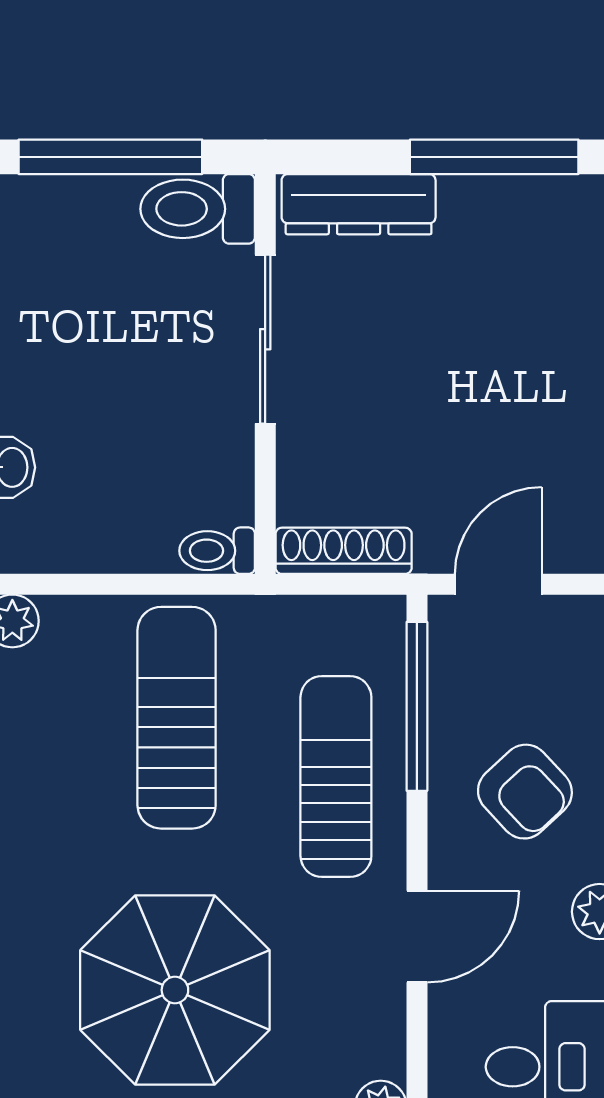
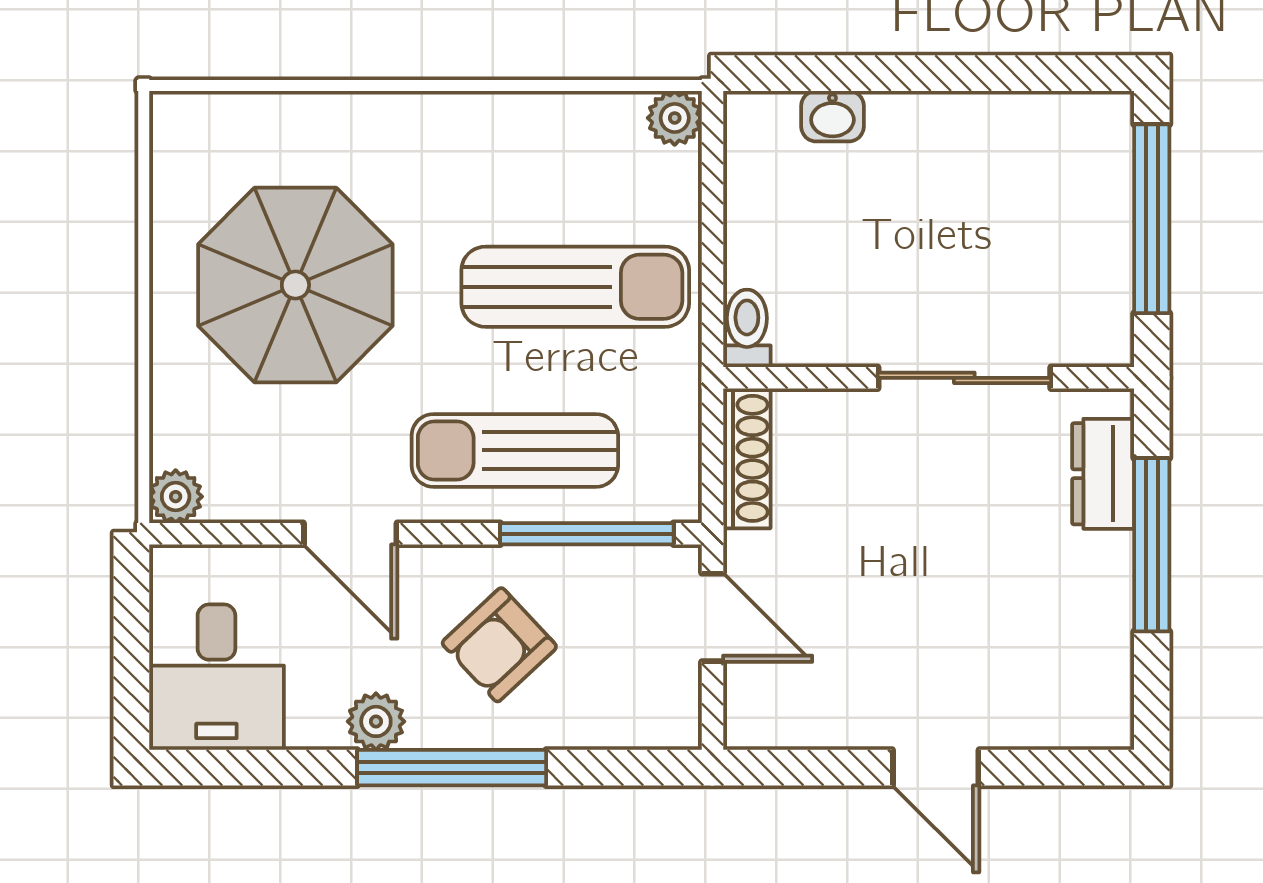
window: (494, 157) -> (1152, 545), moved
dresser: (359, 204) -> (1103, 474), width x0.70
toilet: (198, 209) -> (1098, 308), removed
sun lounger: (336, 777) -> (515, 450), turned 180

